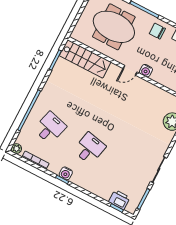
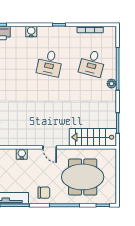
door: (130, 70) -> (50, 147), swing flipped
water cooler: (146, 71) -> (22, 154), moved
plant: (16, 149) -> (111, 84), moved
water cooler: (66, 173) -> (31, 32), moved

